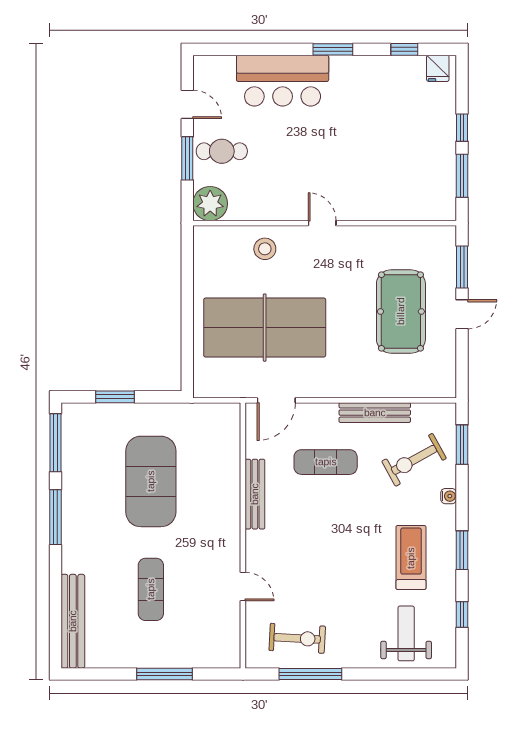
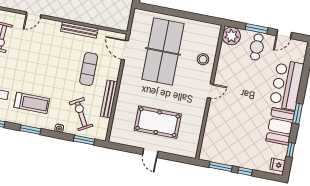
booth: (364, 77) -> (280, 126), added
window: (462, 267) -> (174, 158), removed

